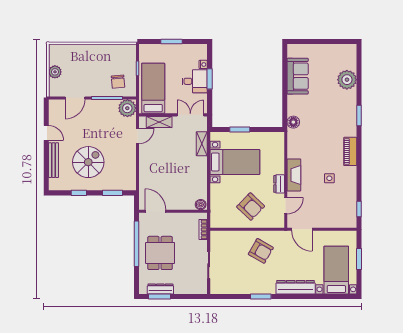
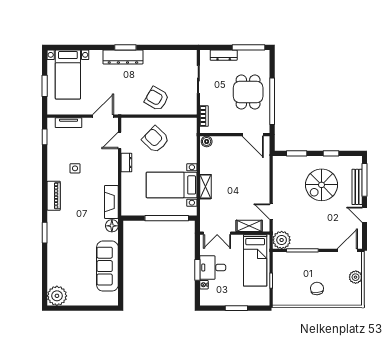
sofa: (298, 76) -> (107, 266), width x1.36
plant: (347, 80) -> (57, 296), moved
chair: (118, 82) -> (317, 288), moved
door: (75, 98) -> (347, 250), moved
window: (240, 130) -> (167, 218), width x2.11
door: (138, 136) -> (271, 212), hinge flipped
shelving: (202, 144) -> (205, 187), moved
window: (46, 167) -> (365, 180), added
fireplace: (294, 175) -> (111, 202), moved
tv unit: (336, 223) -> (69, 123), added
door: (302, 229) -> (103, 116), hinge flipped
armchair: (261, 251) -> (157, 99), moved
dresser: (296, 287) -> (123, 57), moved
dresser: (160, 289) -> (224, 55), moved
window: (160, 297) -> (249, 47), width x1.44
window: (261, 297) -> (125, 47), moved

